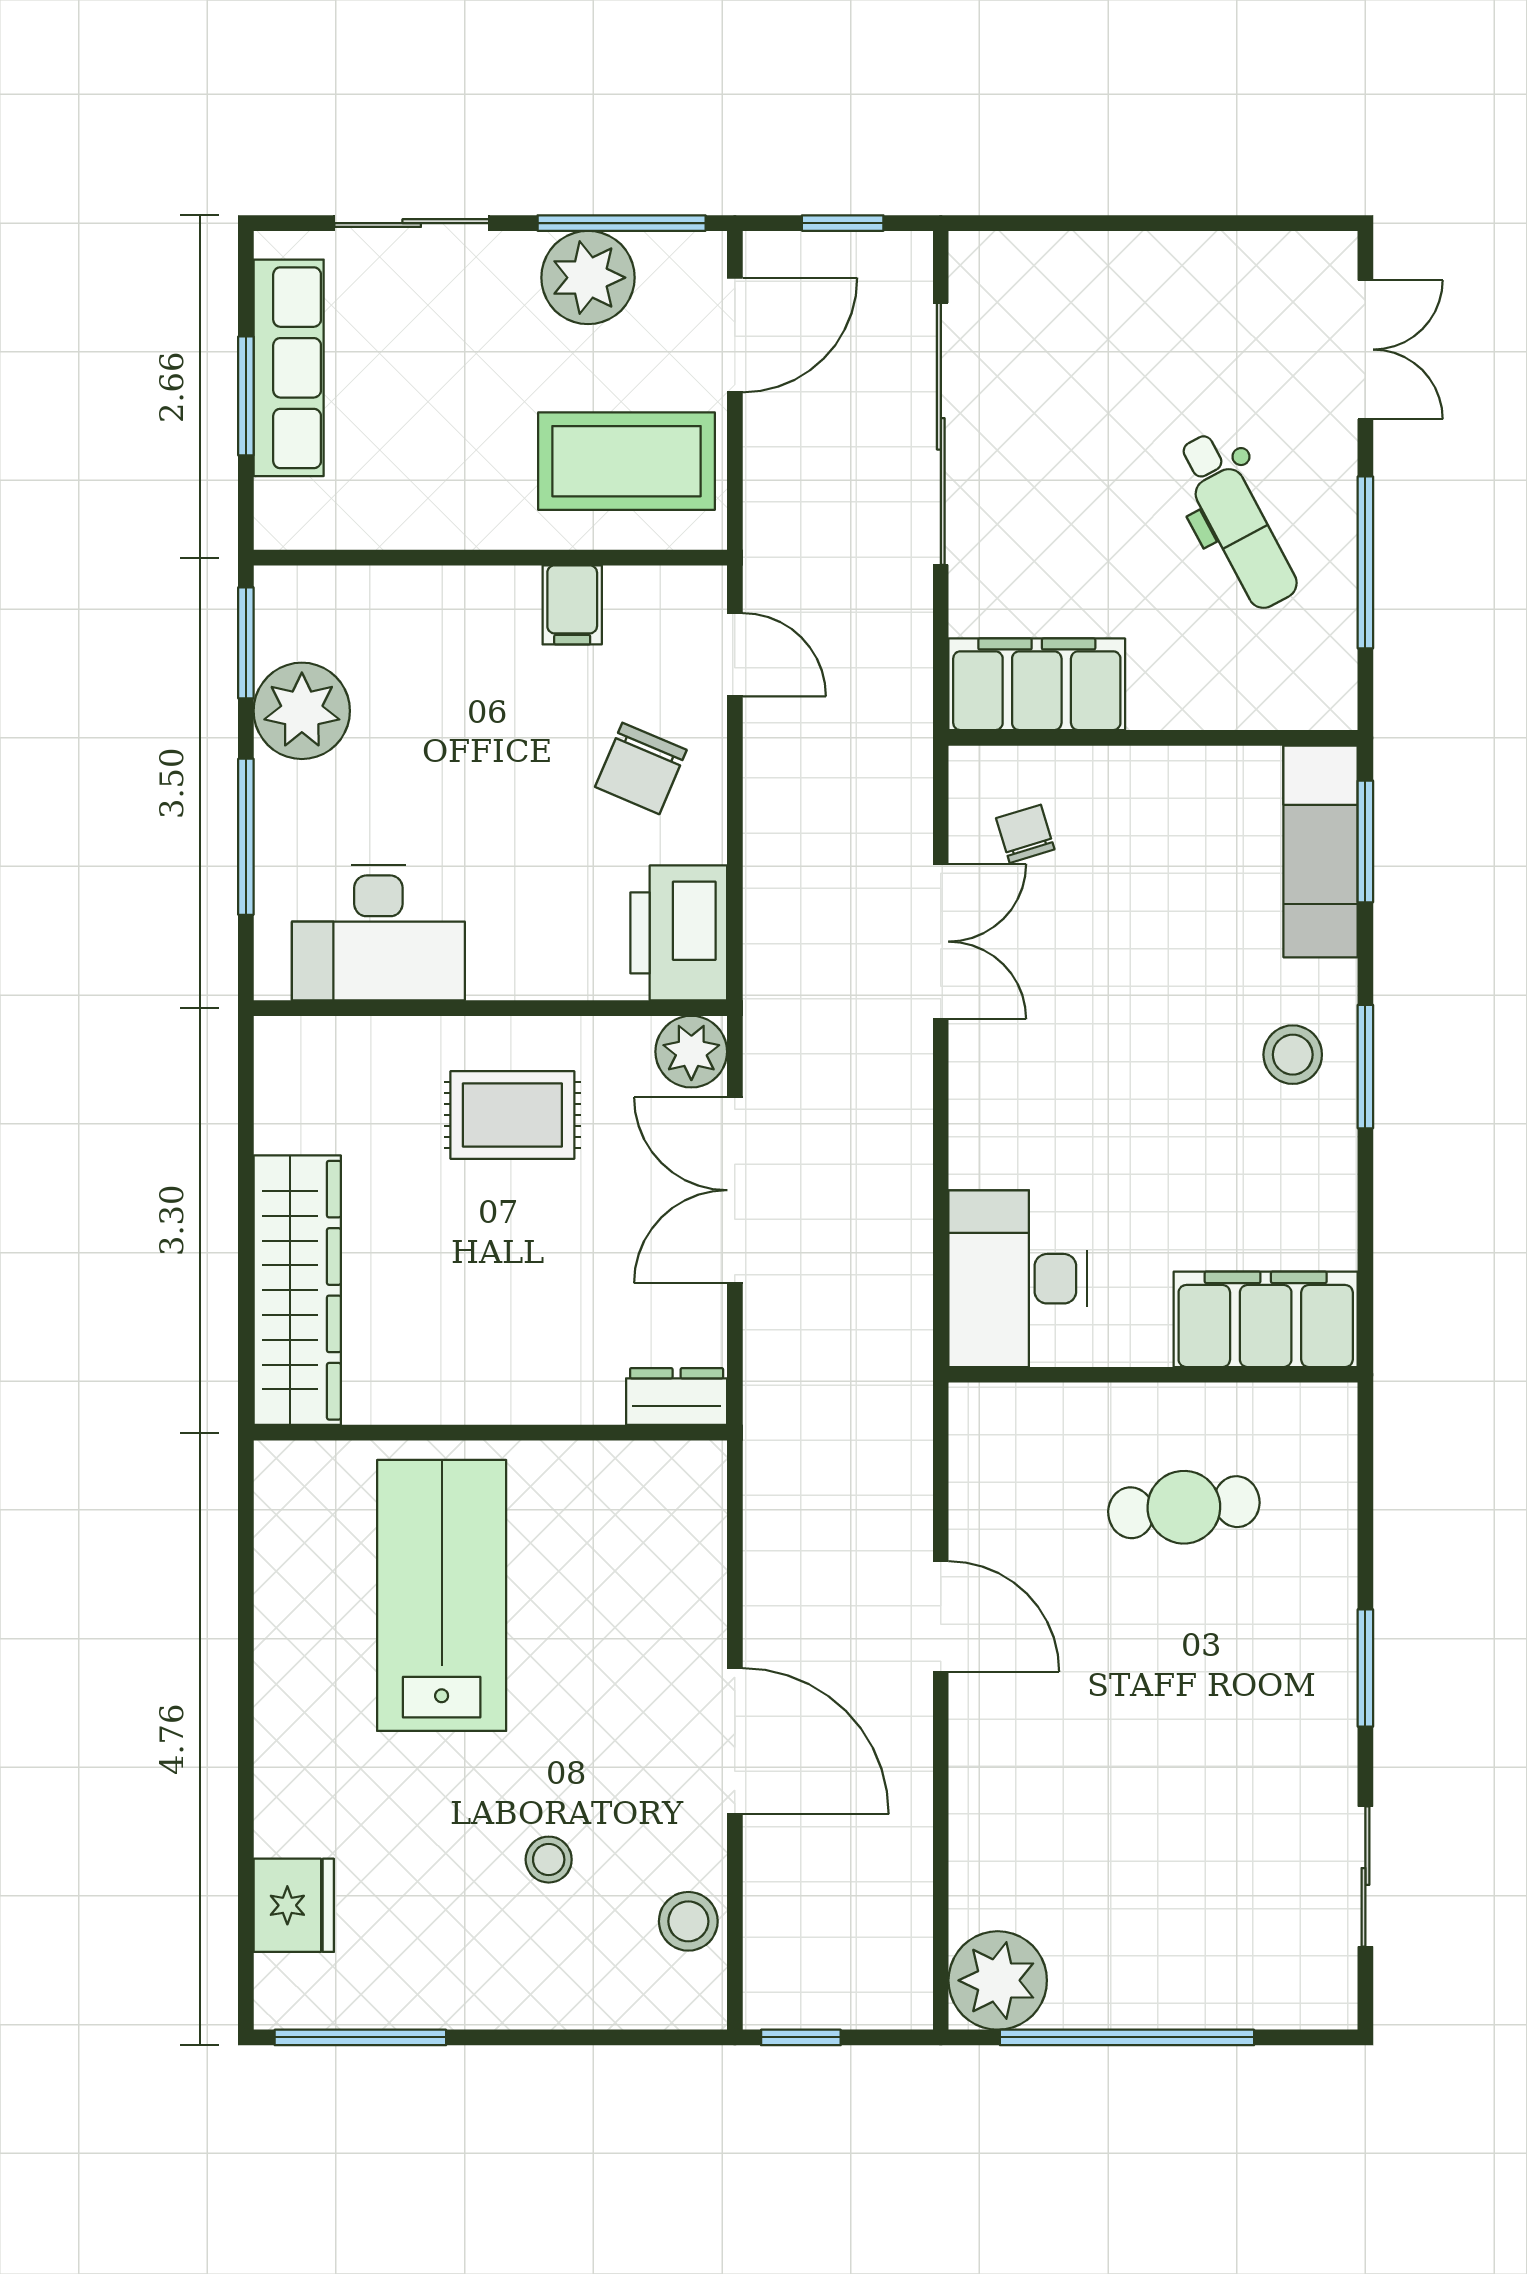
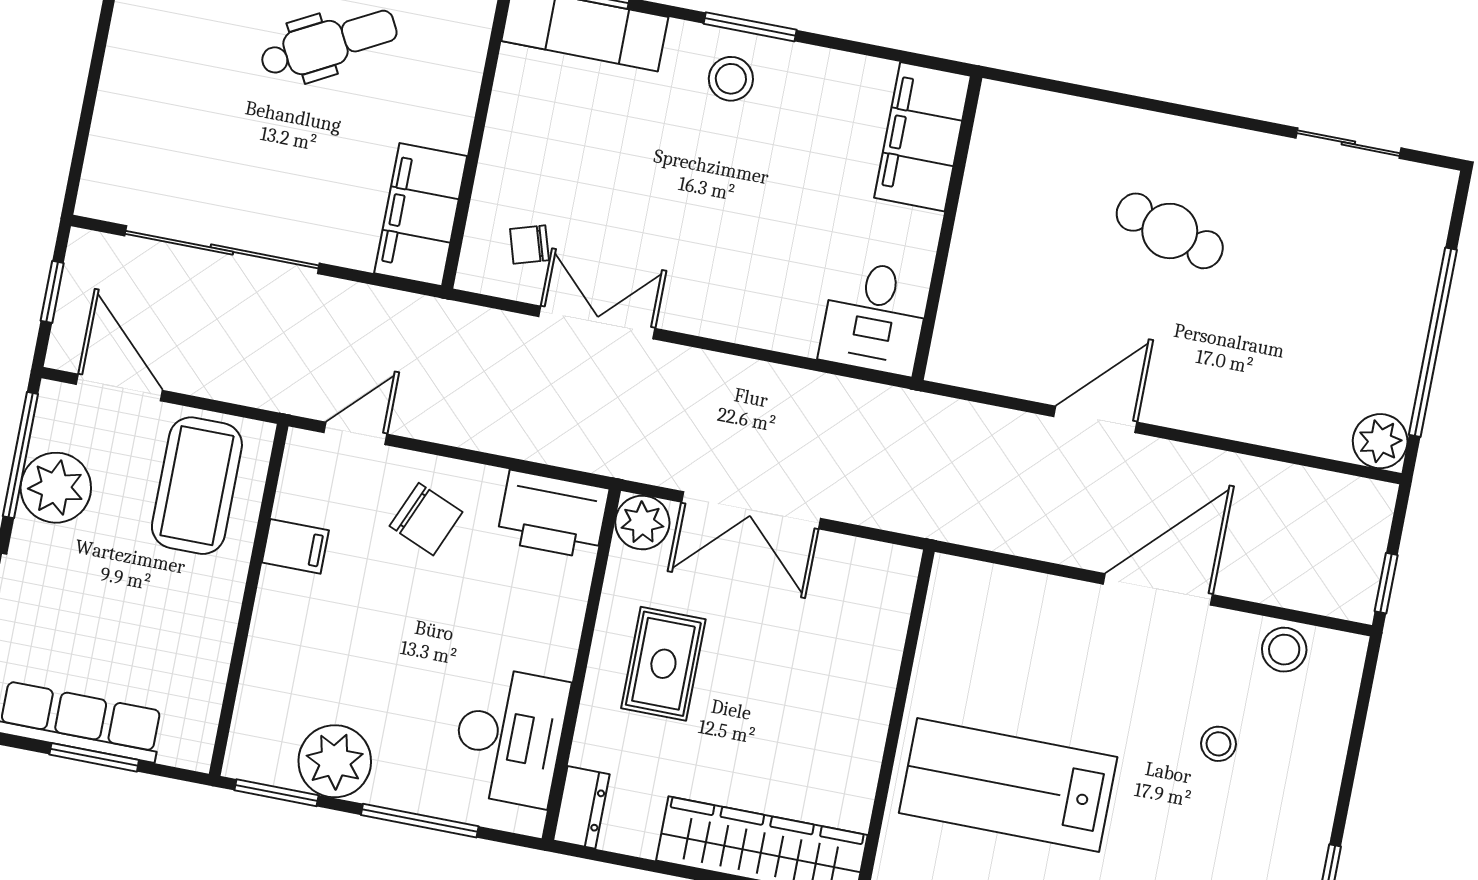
desk: (1018, 1279) -> (875, 317), width x0.73
dresser: (677, 1397) -> (581, 807), moved, turned 180
cafe table: (1184, 1507) -> (1170, 231), moved, turned -67
window: (1365, 1668) -> (1194, 113), removed
plant: (998, 1980) -> (1380, 441), width x0.73, depth x0.73

